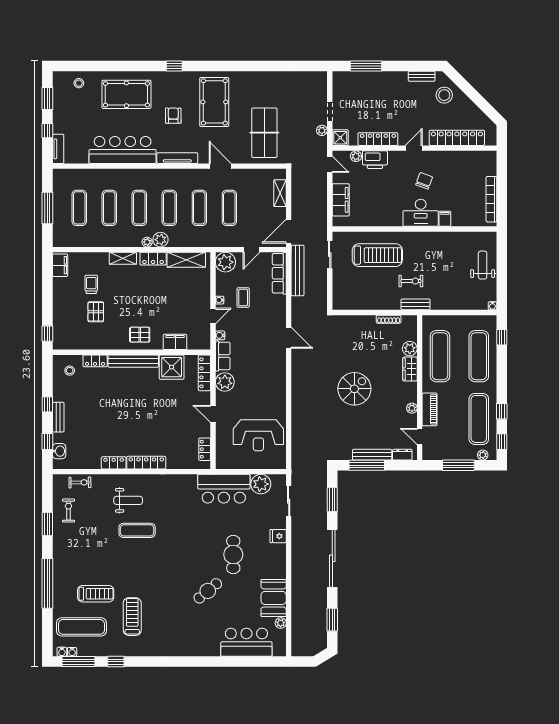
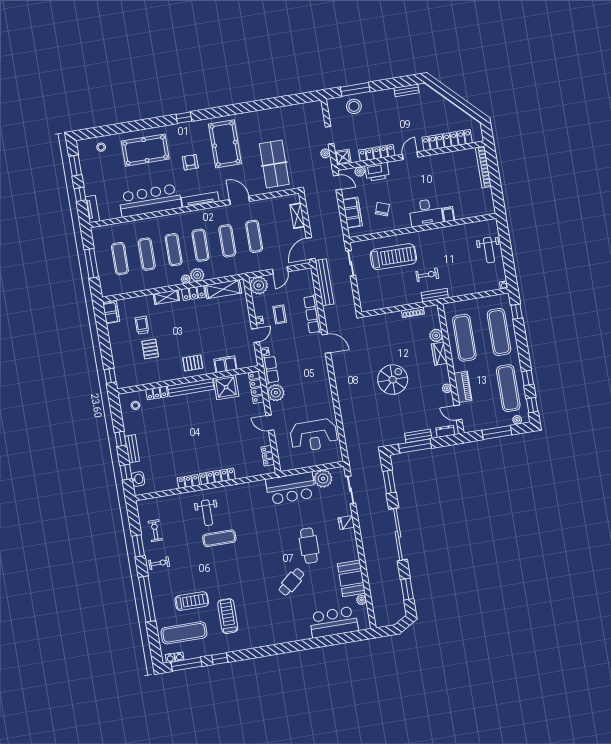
stool: (444, 95) -> (354, 106), moved
chair: (424, 181) -> (382, 209), moved
bookcase: (491, 199) -> (483, 167), moved
weight bench: (483, 265) -> (489, 250), turned 180
row of seats: (279, 273) -> (313, 314), moved
bench: (372, 455) -> (418, 436), width x0.73
exercise bike: (80, 482) -> (159, 563), moved
weight bench: (128, 500) -> (207, 513), turned 90

